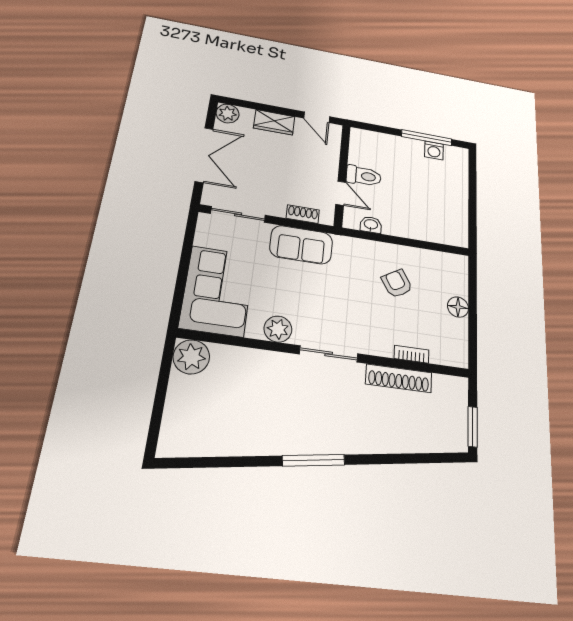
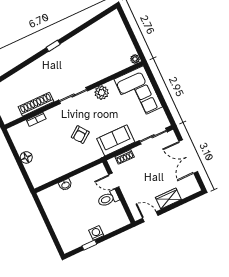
plant: (228, 114) -> (193, 187), removed
window: (427, 138) -> (89, 245), width x0.46
washing machine: (434, 150) -> (96, 233), moved
washbasin: (371, 225) -> (65, 185), moved
armchair: (397, 284) -> (80, 135), moved, turned 84
plant: (191, 357) -> (135, 59), width x0.53, depth x0.53
window: (314, 460) -> (53, 46), width x0.46

